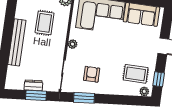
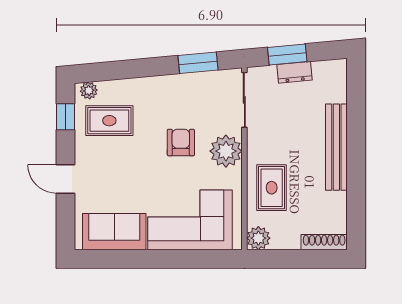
rug: (45, 23) -> (272, 188), moved
plant: (73, 44) -> (226, 151), width x1.88, depth x1.88
armchair: (92, 74) -> (181, 142), moved, turned 180

